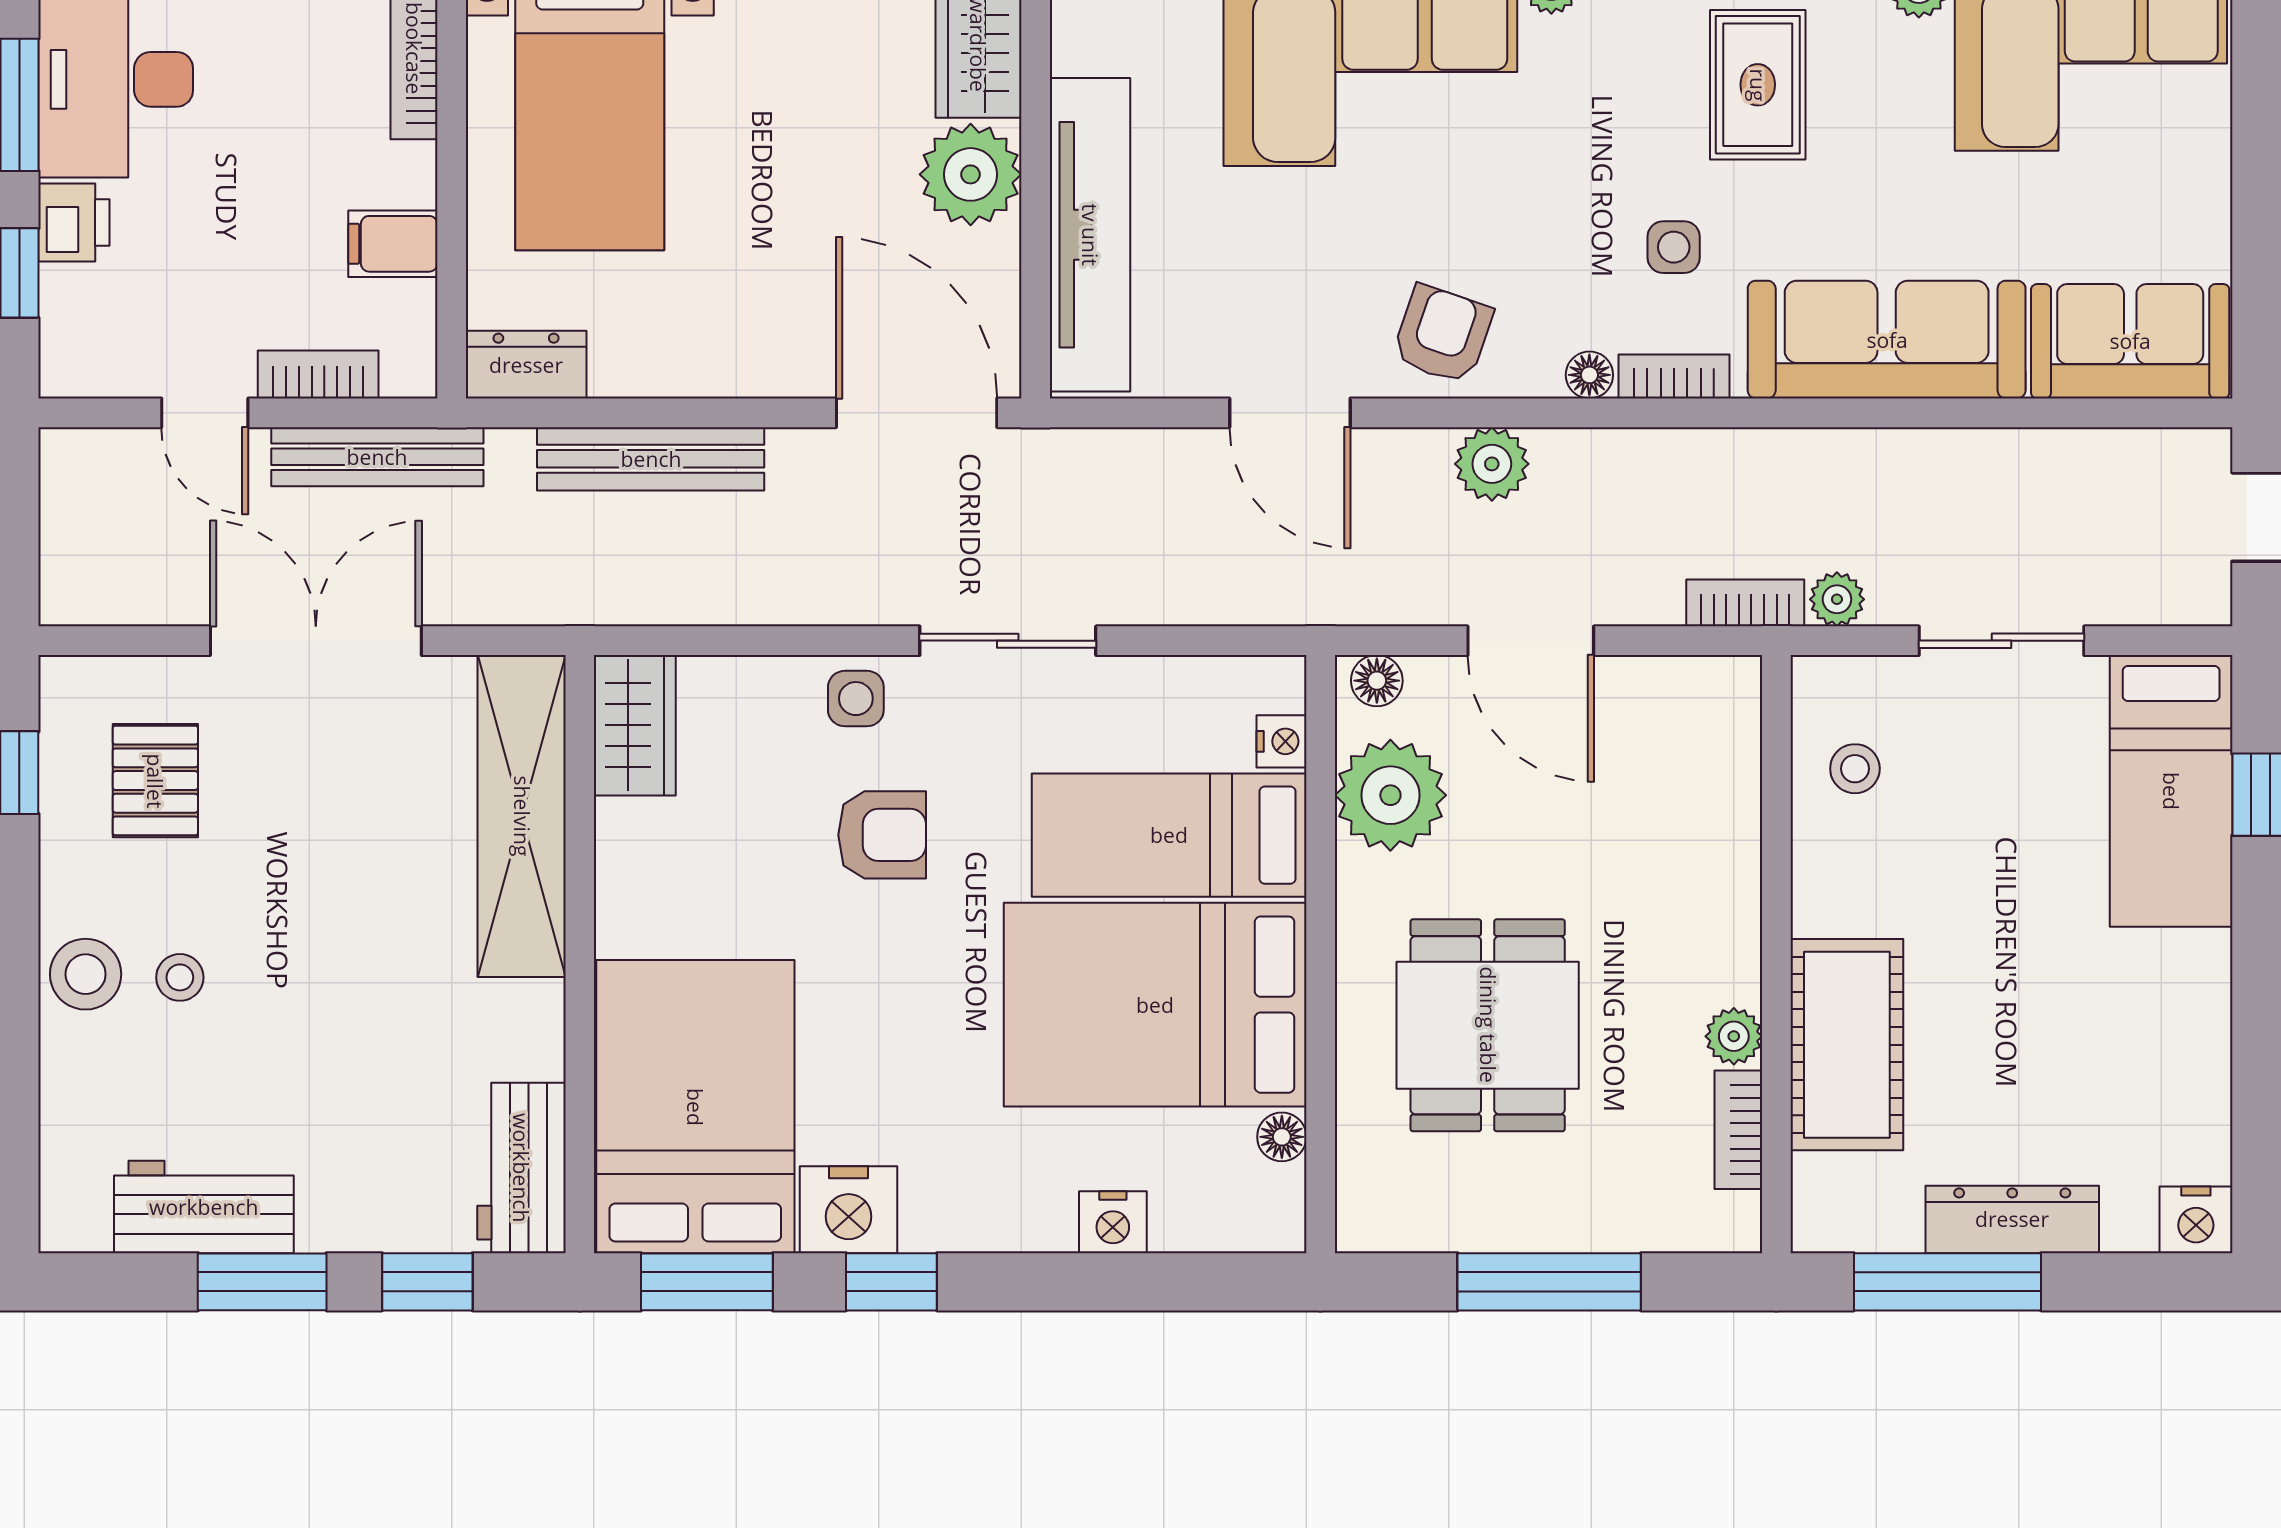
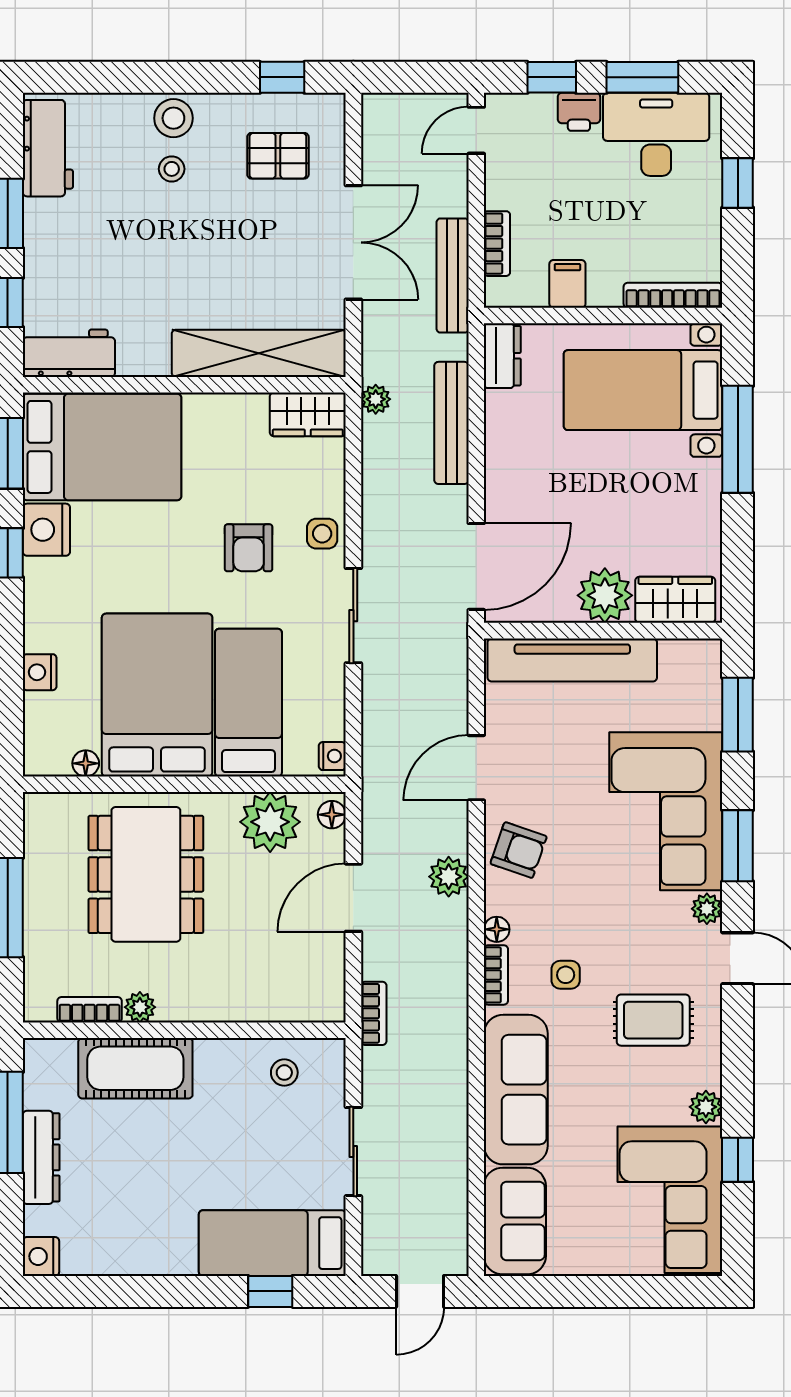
door: (205, 413) -> (476, 130), moved
plant: (1837, 599) -> (376, 399), moved
nightstand: (1281, 741) -> (332, 756), moved, turned -90
dining table: (1488, 1025) -> (146, 874), width x1.37
workbench: (204, 1207) -> (48, 148), moved

